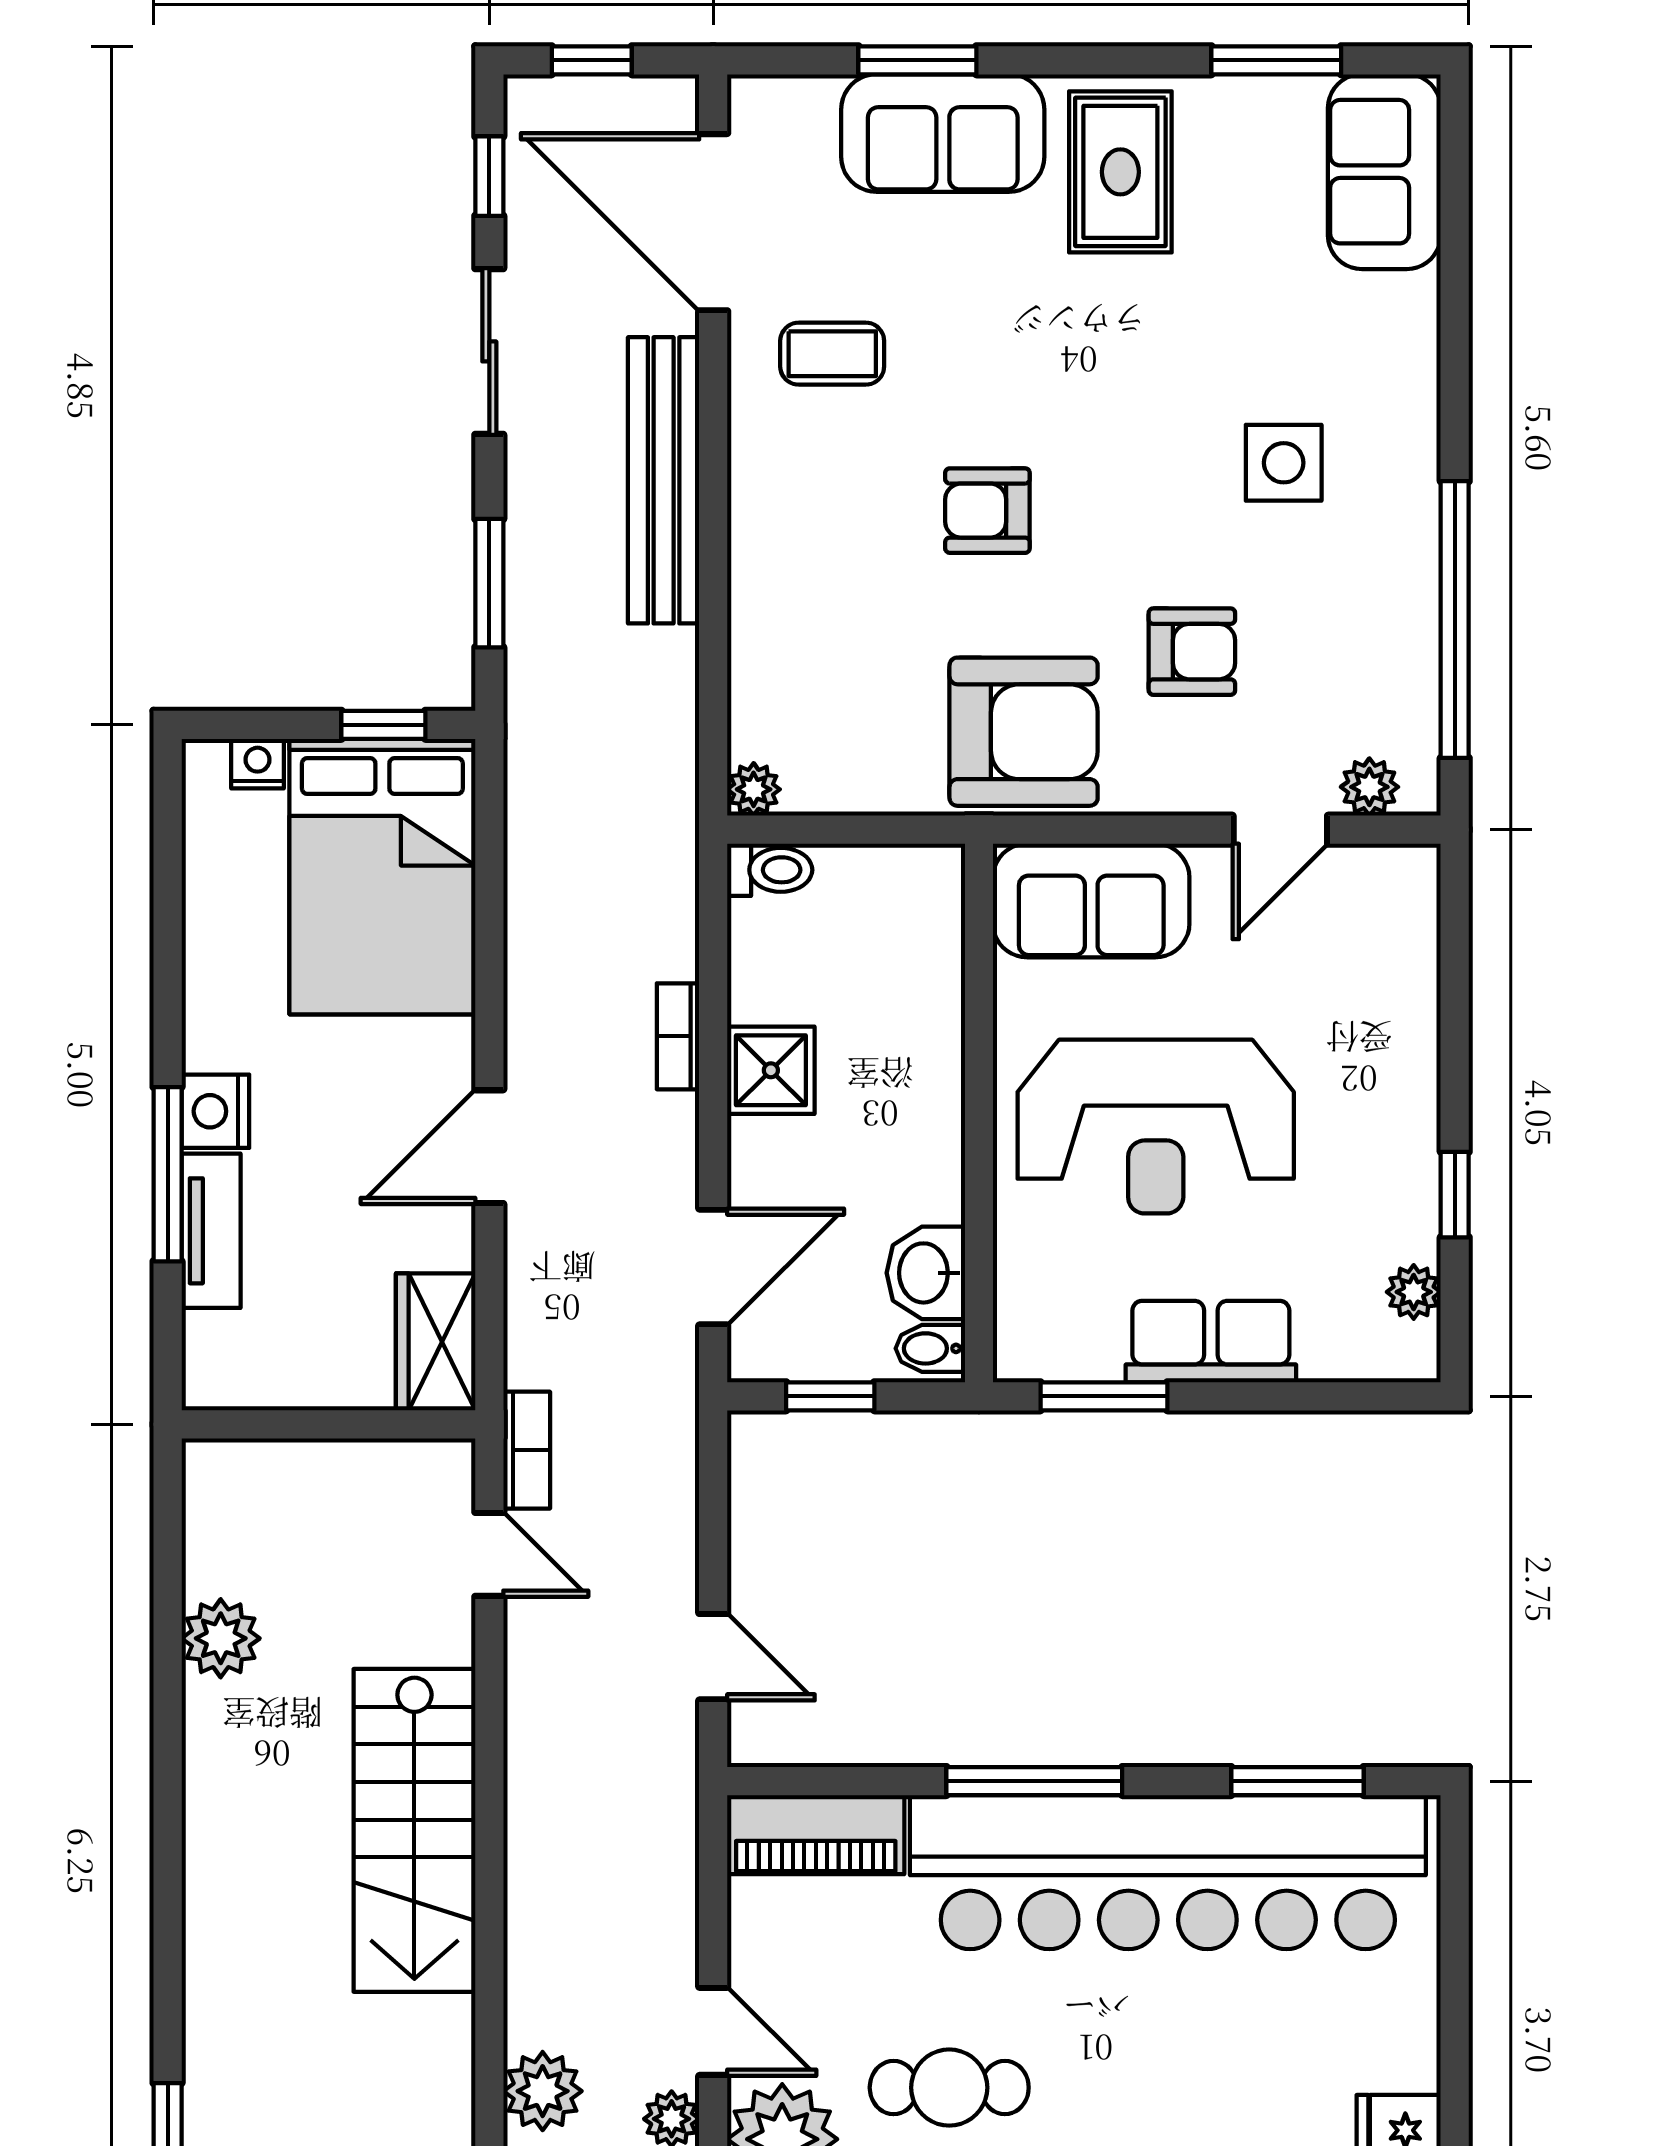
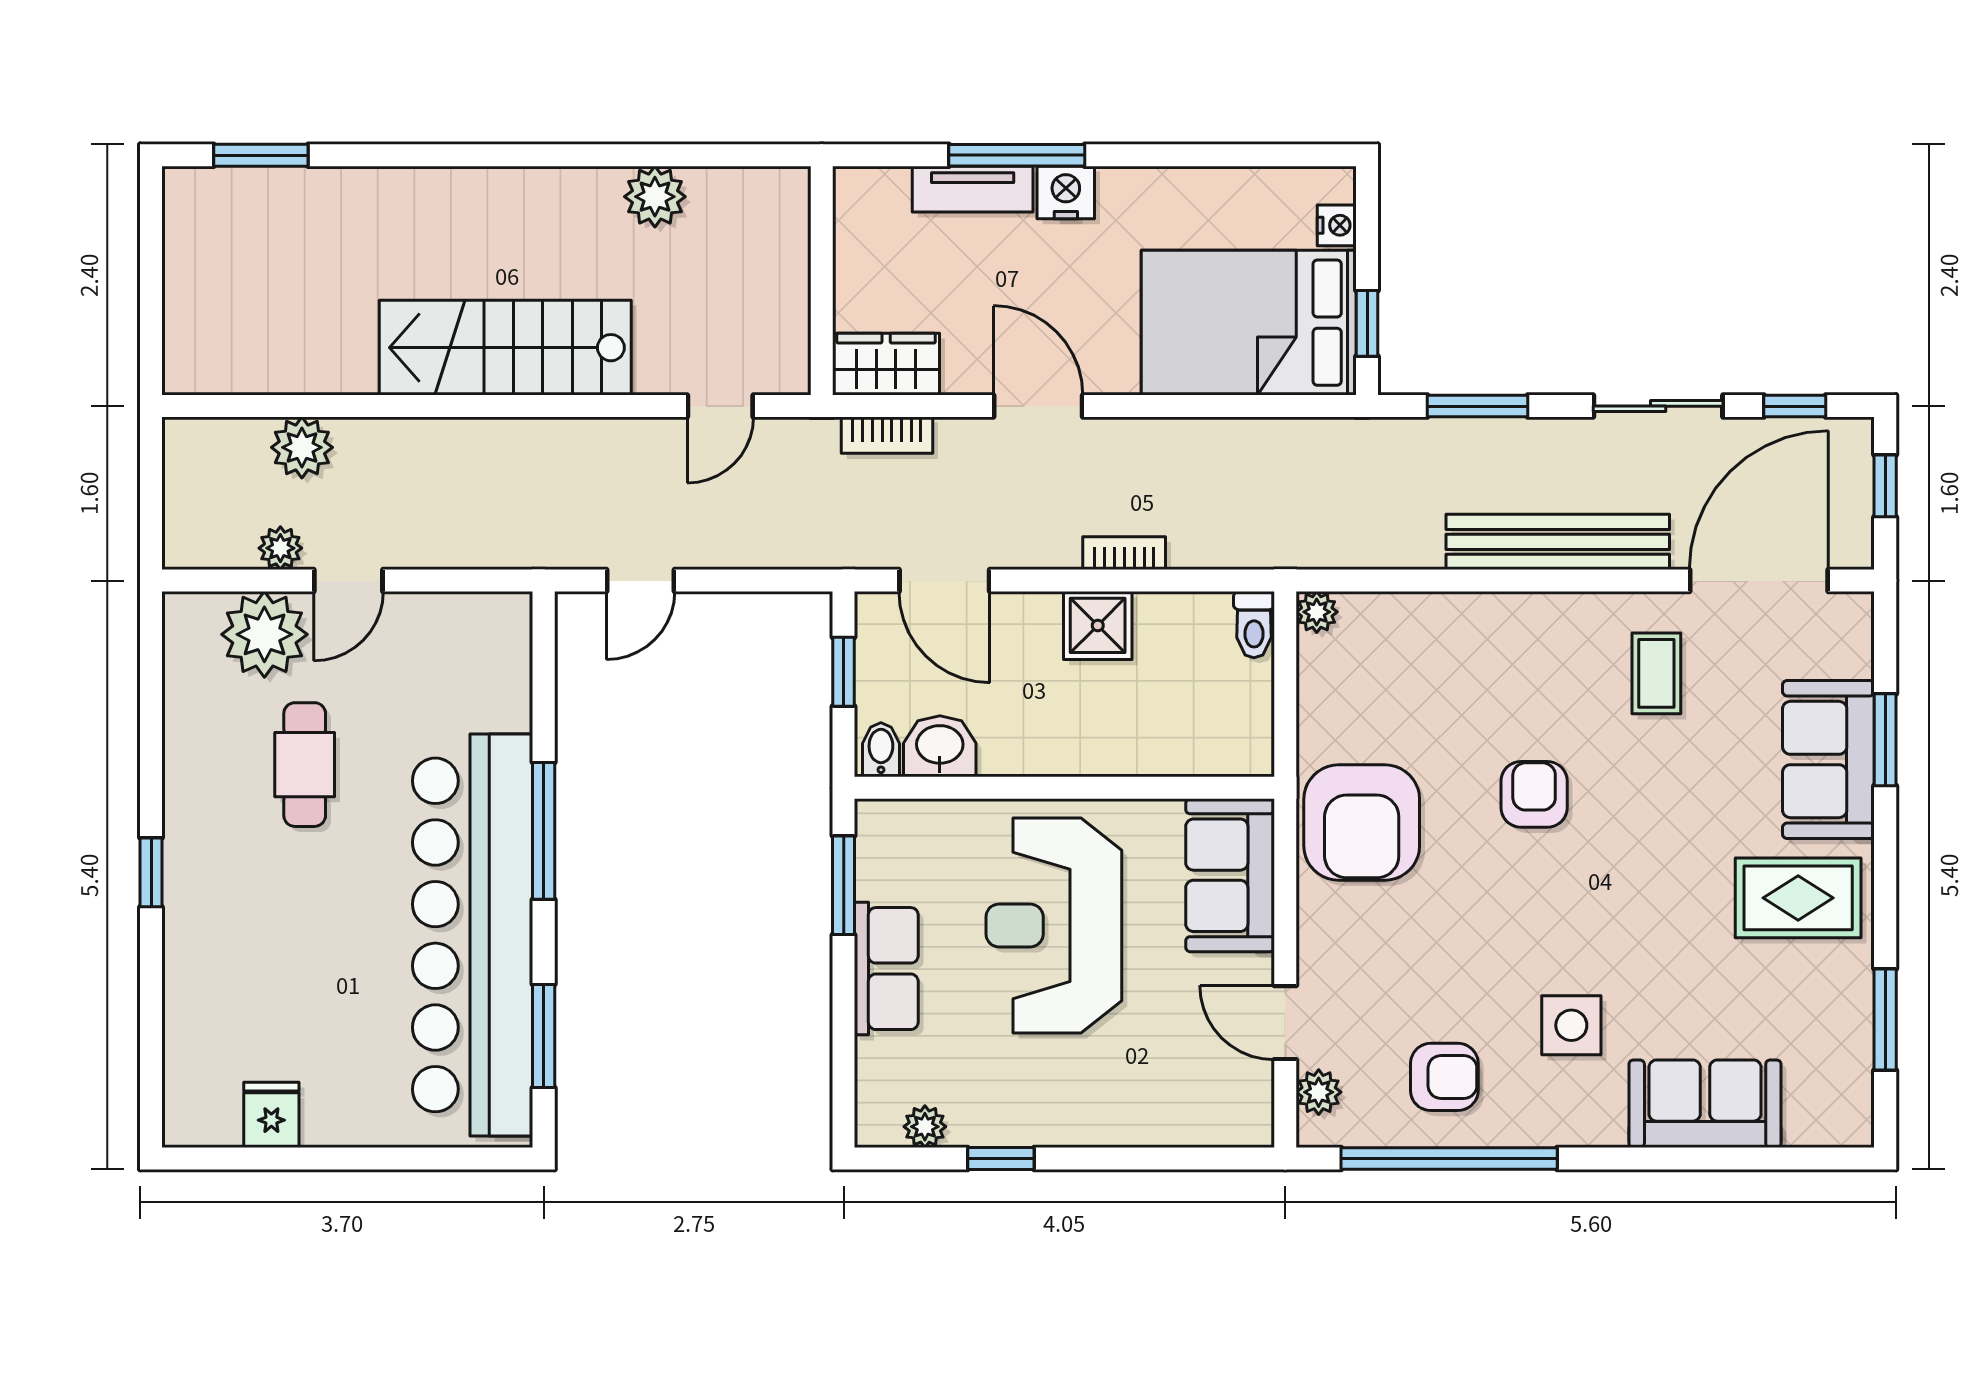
sofa: (1384, 172) -> (1705, 1104), moved
armchair: (1192, 652) -> (1444, 1077), moved, turned -90
bookcase: (527, 1450) -> (887, 435), moved
piano: (816, 1835) -> (502, 660), removed

